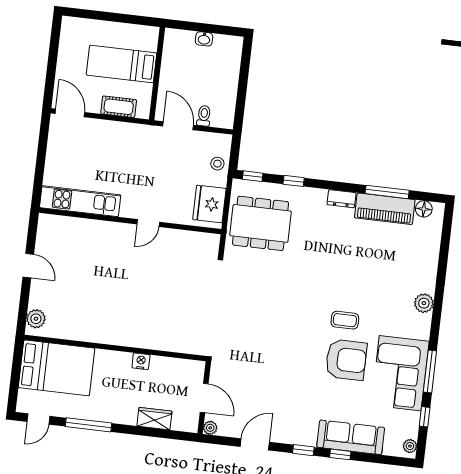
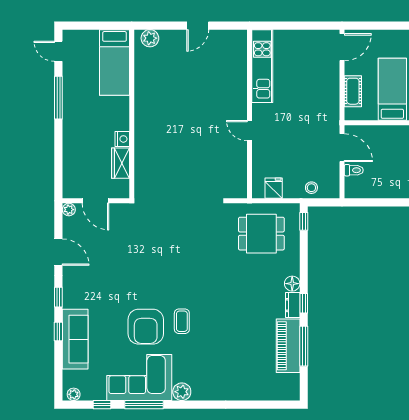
door: (178, 126) -> (342, 148), hinge flipped
window: (294, 181) -> (304, 303), moved
fridge: (209, 204) -> (274, 188), width x0.53, depth x0.75
floor lamp: (424, 209) -> (292, 284), moved
dining table: (261, 223) -> (261, 234), width x0.73
plant: (424, 303) -> (182, 392), moved
bed: (57, 368) -> (115, 62), width x0.67
door: (204, 398) -> (95, 201), hinge flipped
wardrobe: (154, 419) -> (120, 163), moved, turned 180

